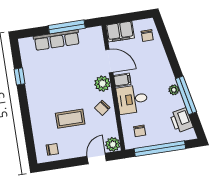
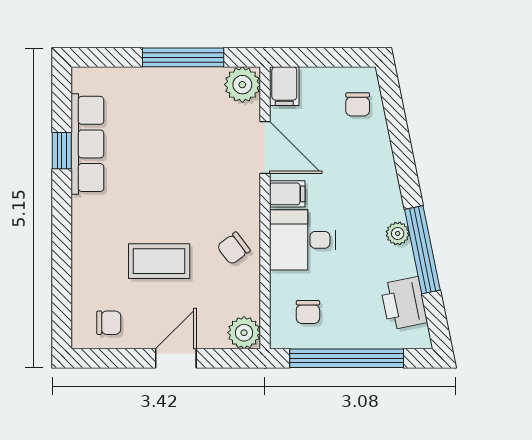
filing cabinet: (120, 32) -> (284, 86), width x0.50
row of seats: (57, 40) -> (87, 144), moved, turned -90
plant: (102, 84) -> (242, 85), moved
door: (97, 159) -> (176, 358), moved

